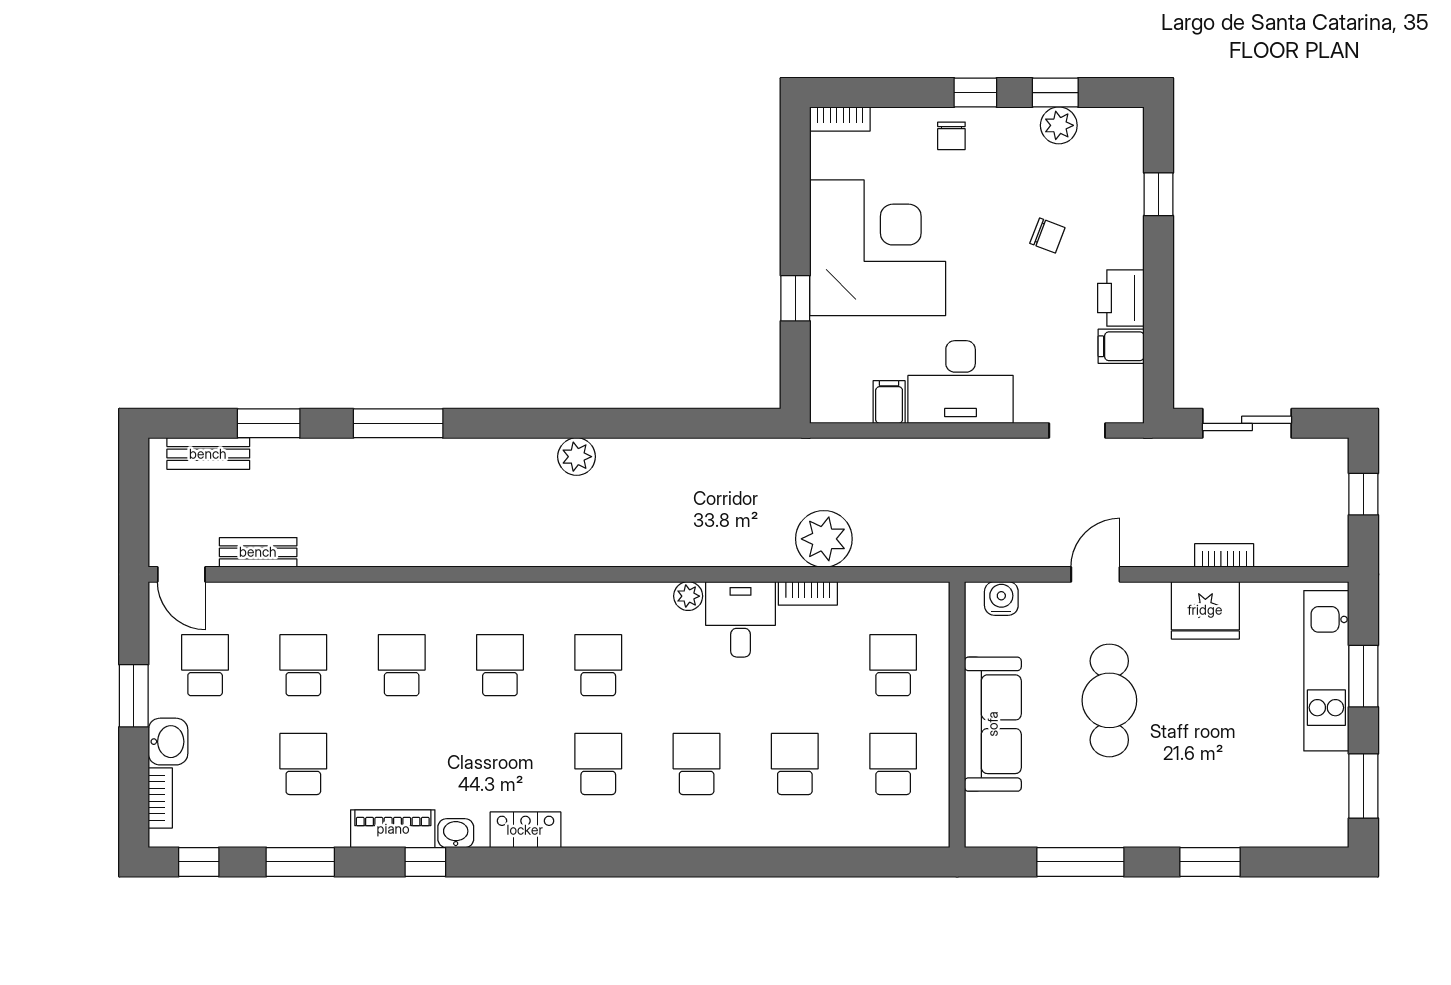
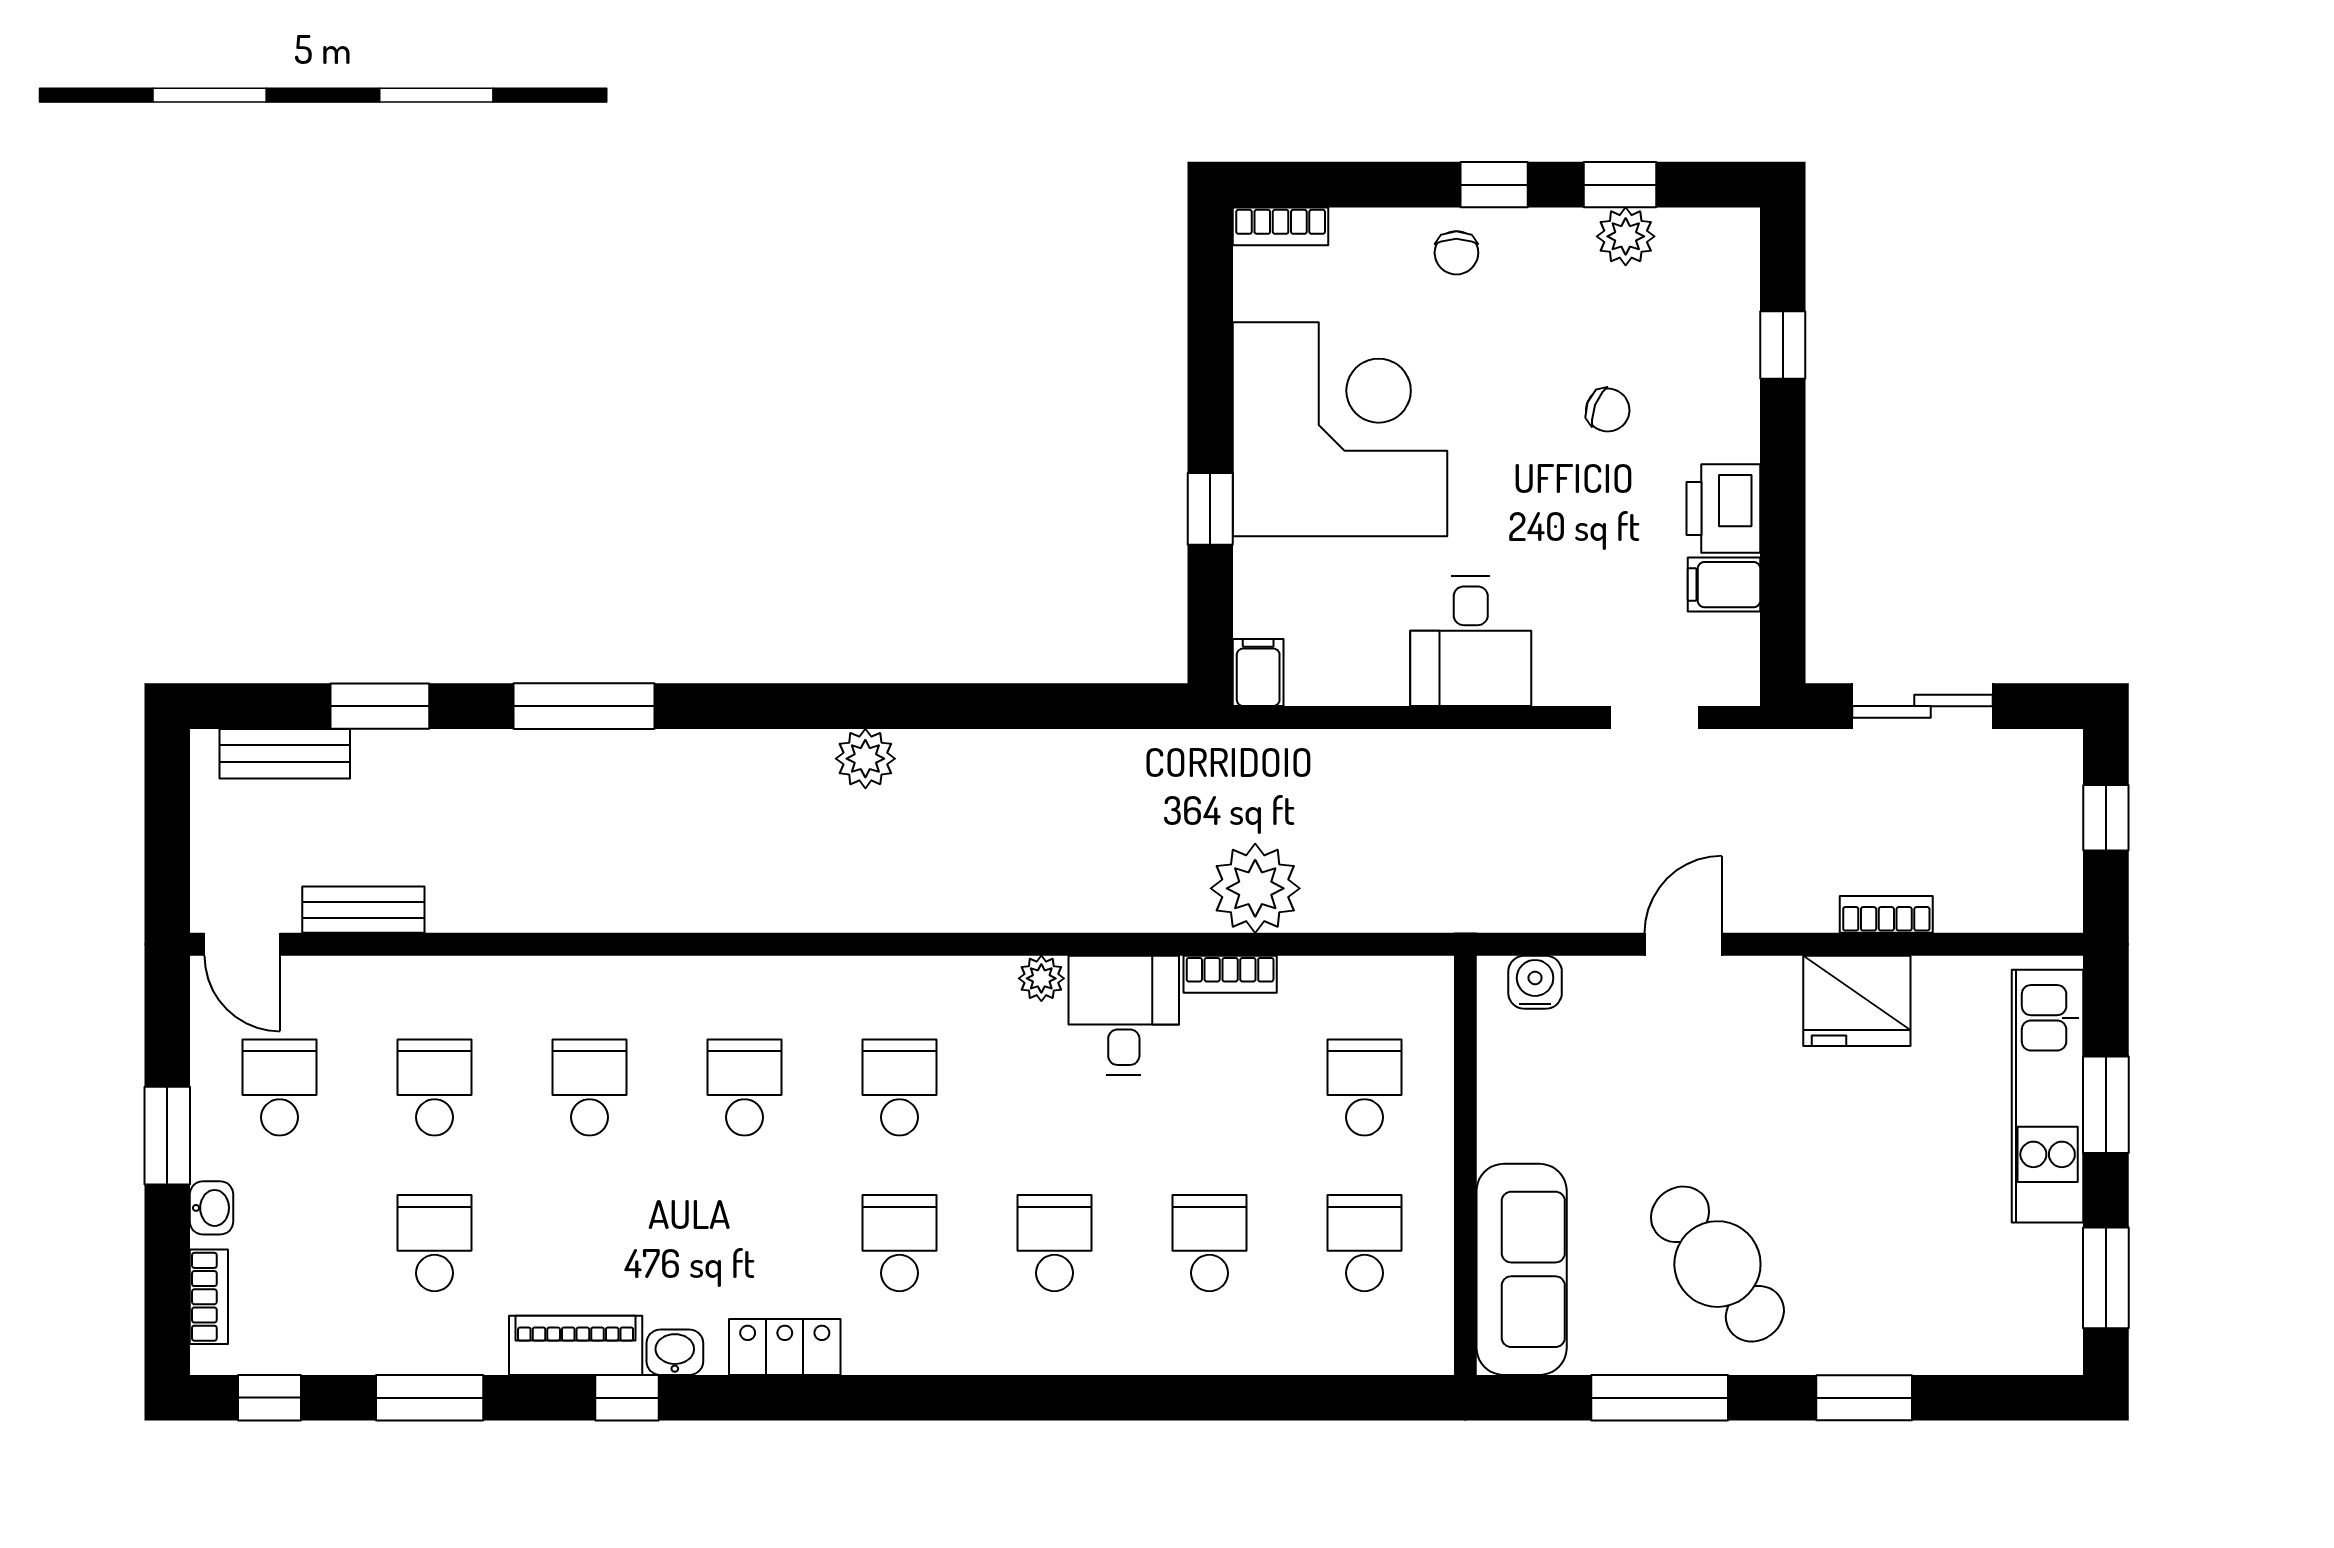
desk: (961, 382) -> (1471, 641), width x0.73
filing cabinet: (889, 402) -> (1258, 673), moved
cafe table: (1109, 700) -> (1717, 1264), moved, turned -37
sofa: (993, 724) -> (1522, 1269), moved
washbasin: (168, 742) -> (212, 1208), width x0.72, depth x0.69

